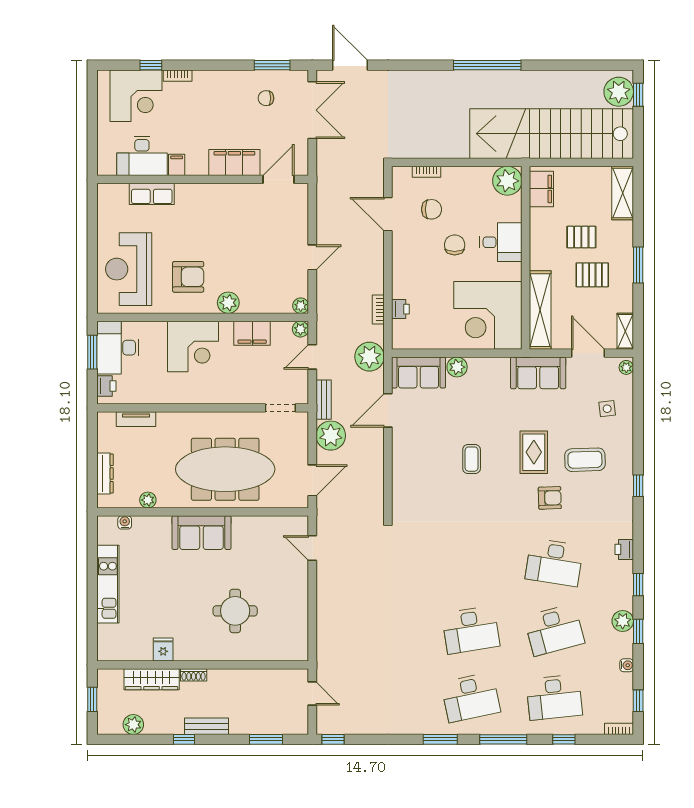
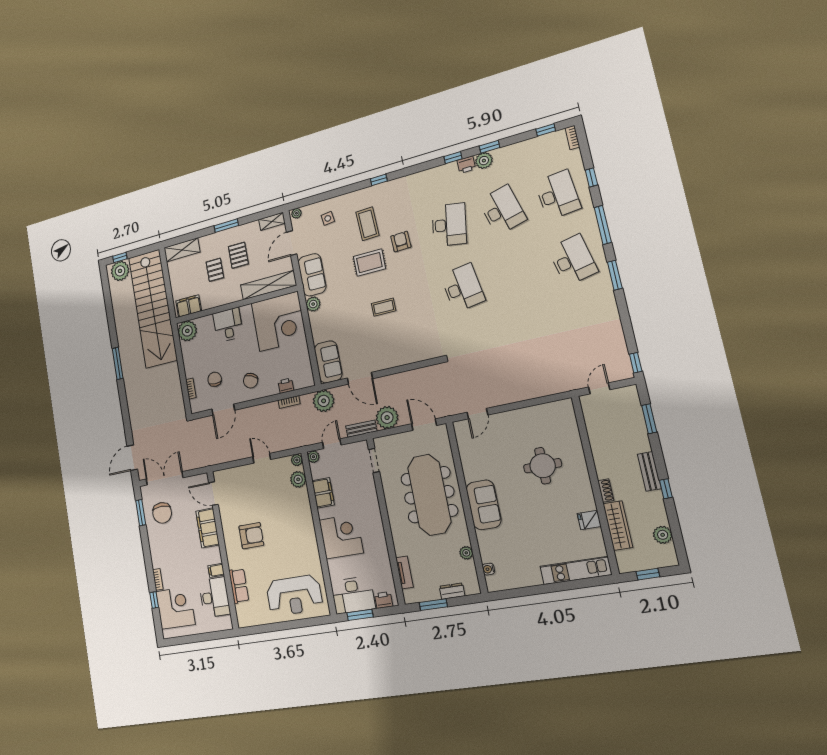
window: (487, 65) -> (118, 363), width x0.68
chair: (266, 98) -> (162, 513), width x1.87, depth x1.87
chair: (455, 245) -> (251, 381), moved, turned -66
armchair: (188, 277) -> (251, 536), moved, turned 90
plant: (228, 303) -> (298, 479), moved
door: (312, 357) -> (332, 444), swing flipped
plant: (457, 367) -> (313, 304), moved
window: (92, 447) -> (433, 605), added
dresser: (105, 474) -> (452, 591), width x0.70
printer: (624, 549) -> (466, 165), moved
kitchen unit: (108, 584) -> (576, 571), moved
desk: (471, 630) -> (463, 288), moved
water cooler: (627, 665) -> (519, 147), removed

